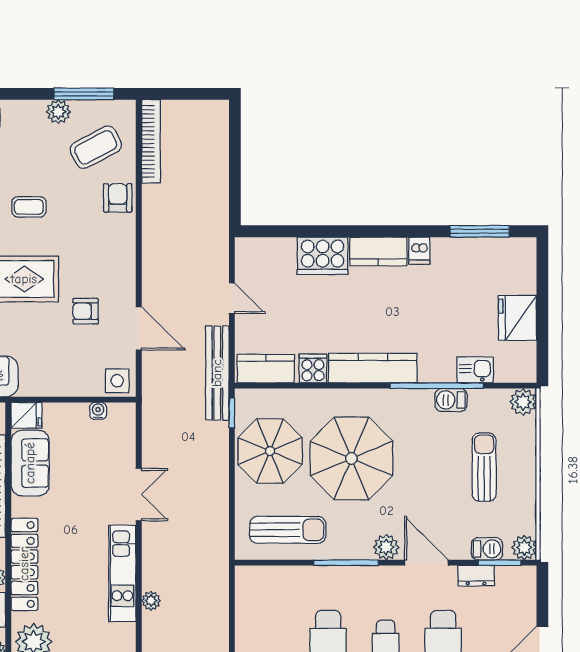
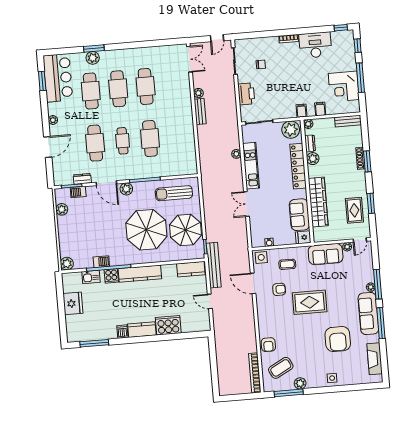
coffee table: (29, 207) -> (287, 264), moved
cooker: (313, 368) -> (111, 276), moved
sun lounger: (484, 467) -> (83, 231), removed
plant: (524, 548) -> (62, 209), moved

